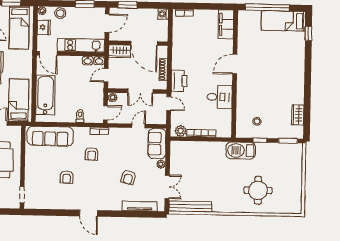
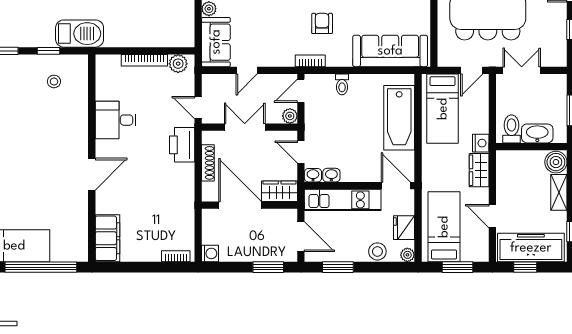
door: (107, 23) -> (301, 237), swing flipped
door: (106, 75) -> (301, 152), swing flipped

